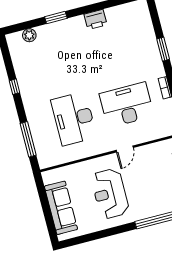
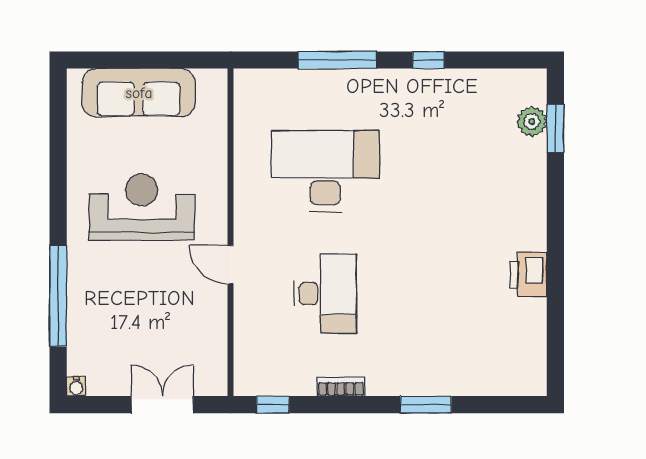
window: (56, 18) -> (555, 128), moved
desk: (127, 105) -> (325, 294), width x0.73, depth x0.77
window: (28, 139) -> (337, 60), moved

